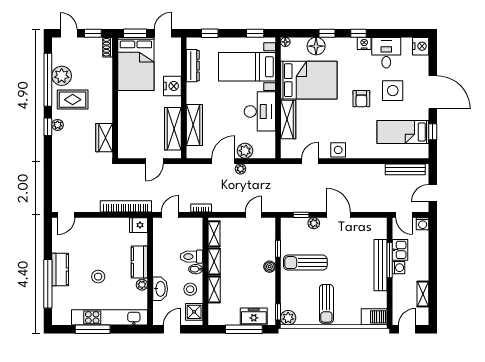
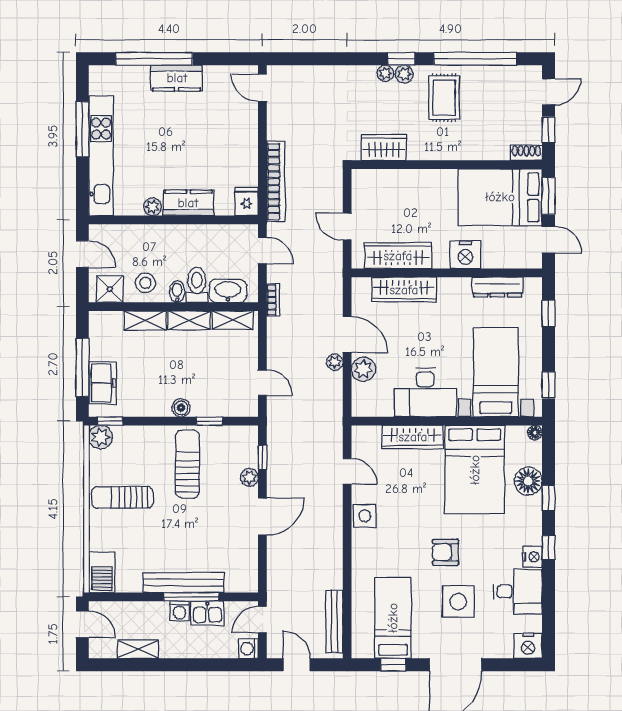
plant: (62, 76) -> (385, 73), moved, width x0.53, depth x0.53
stool: (98, 277) -> (165, 138), removed
washbasin: (160, 289) -> (228, 291), moved, turned 180

